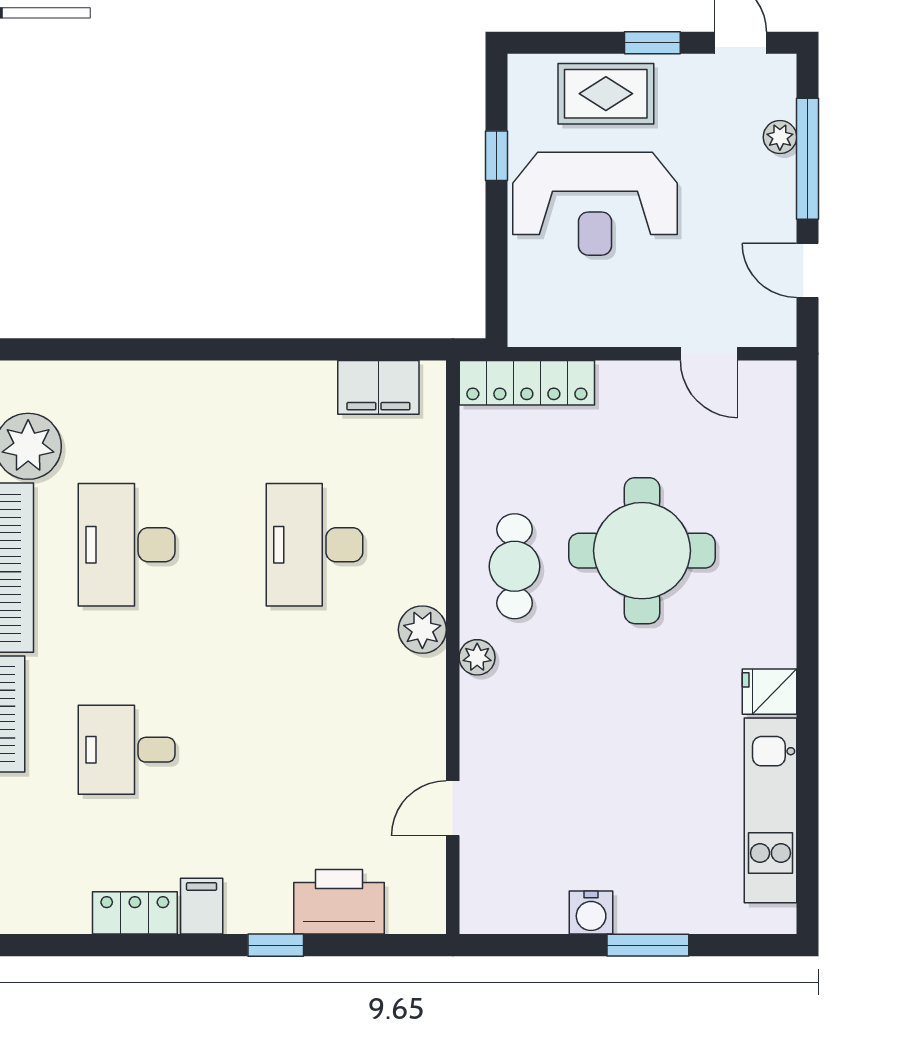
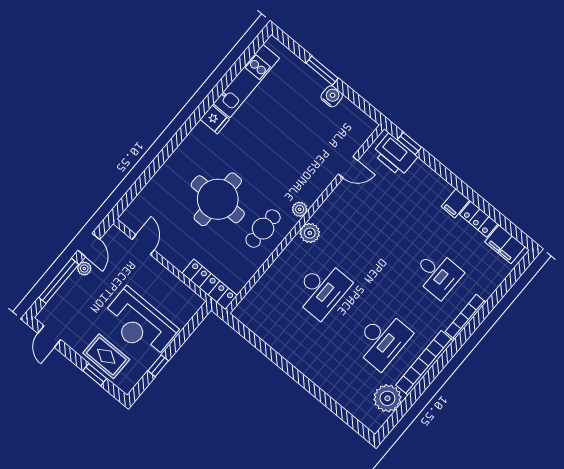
window: (652, 43) -> (95, 375), moved
plant: (780, 137) -> (84, 269), moved
reception desk: (595, 204) -> (139, 324), turned 180
filing cabinet: (378, 387) -> (505, 244), moved, turned 180
printer: (339, 902) -> (395, 155), moved
window: (276, 945) -> (409, 143), moved

